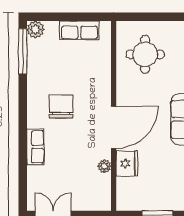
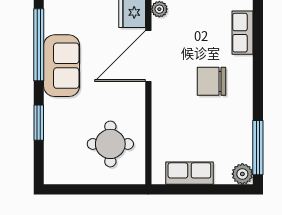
chair: (61, 106) -> (211, 81), turned 90

